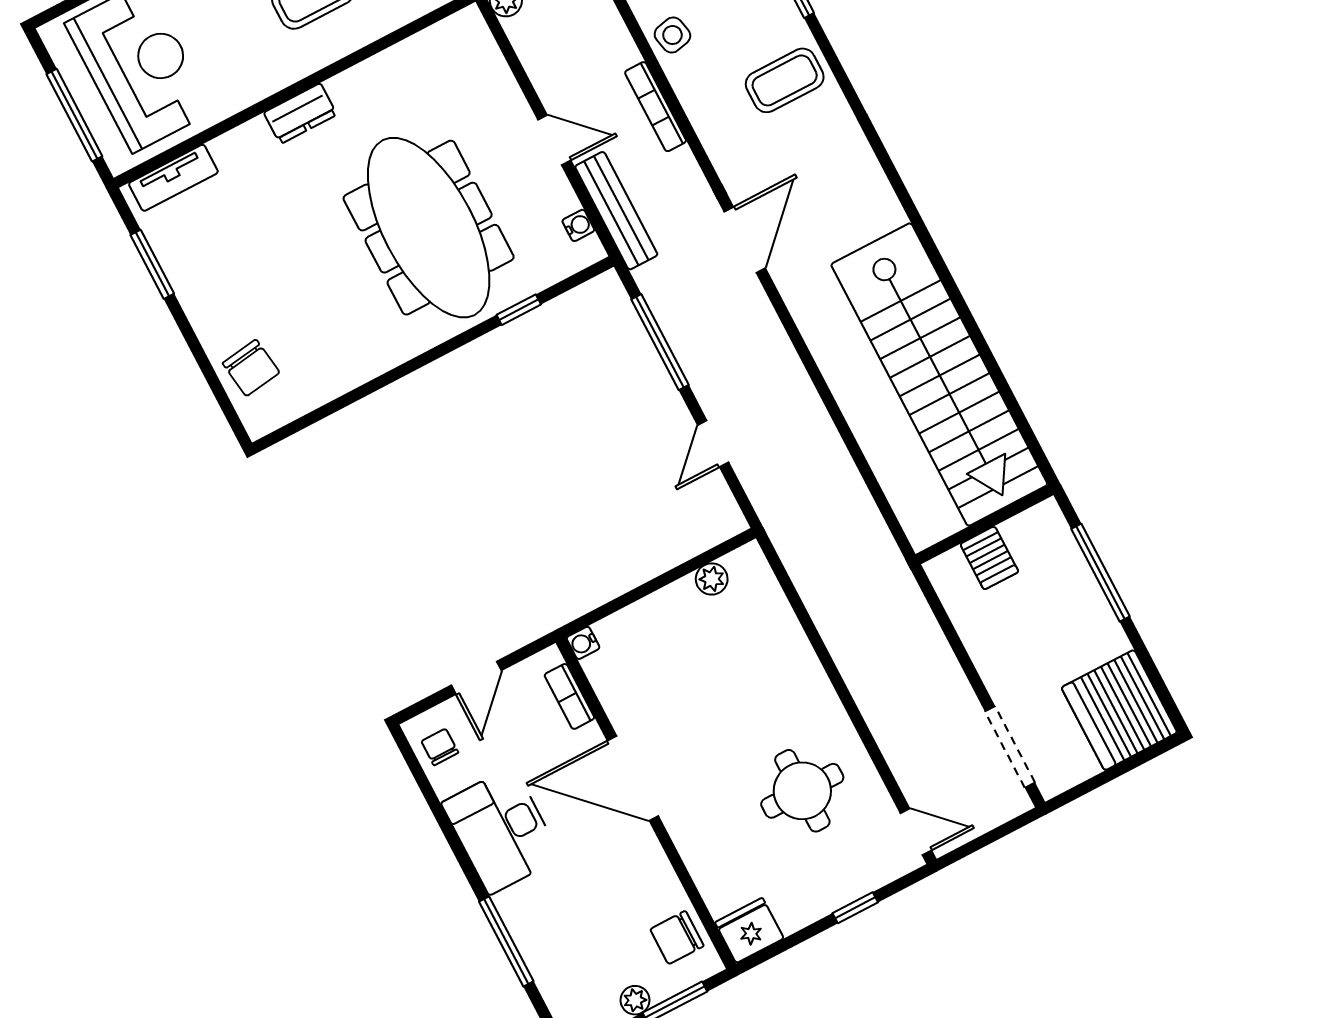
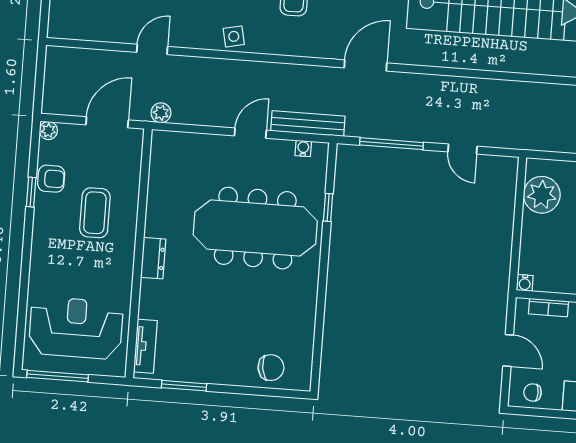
bookcase: (656, 107) -> (266, 69), removed
window: (74, 115) -> (58, 376), moved
door: (745, 240) -> (365, 65), hinge flipped
plant: (712, 579) -> (542, 195), width x1.87, depth x1.87

